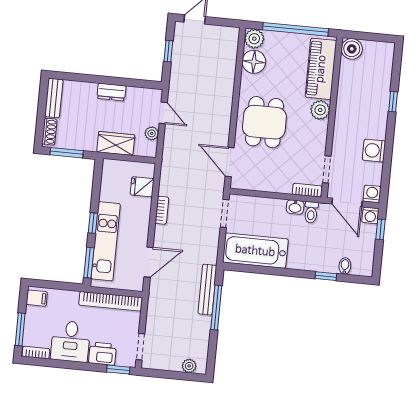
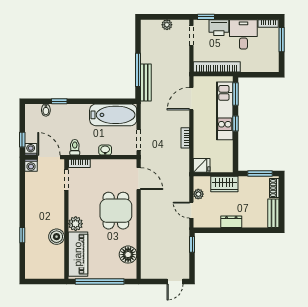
plant: (254, 39) -> (129, 272), removed
boiler: (352, 49) -> (57, 237), moved
window: (168, 51) -> (192, 244), moved
washing machine: (374, 151) -> (33, 198), removed
fridge: (142, 187) -> (202, 165), moved
washbasin: (295, 207) -> (105, 150), moved
filing cabinet: (37, 298) -> (272, 64), removed
plant: (189, 366) -> (167, 25), moved

